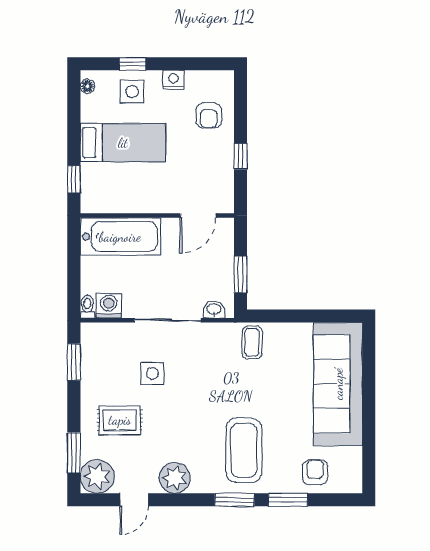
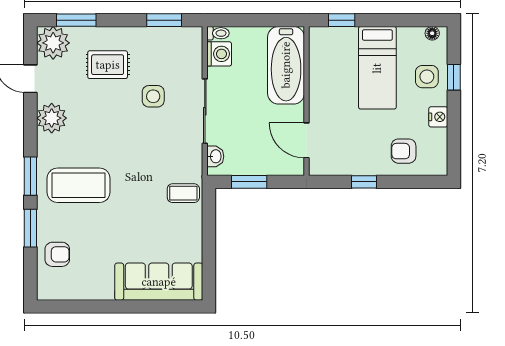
sofa: (338, 384) -> (159, 282), width x0.74, depth x0.79
rug: (120, 420) -> (108, 65), turned 90

